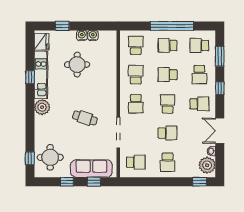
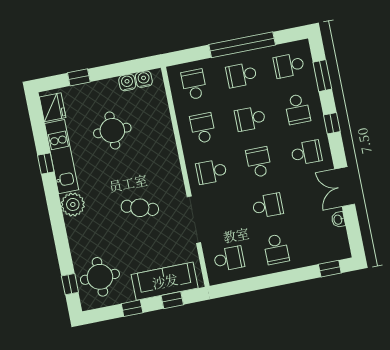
water cooler: (82, 35) -> (144, 79), moved
school desk: (136, 104) -> (212, 172), turned 90
plant: (207, 165) -> (336, 242), removed

